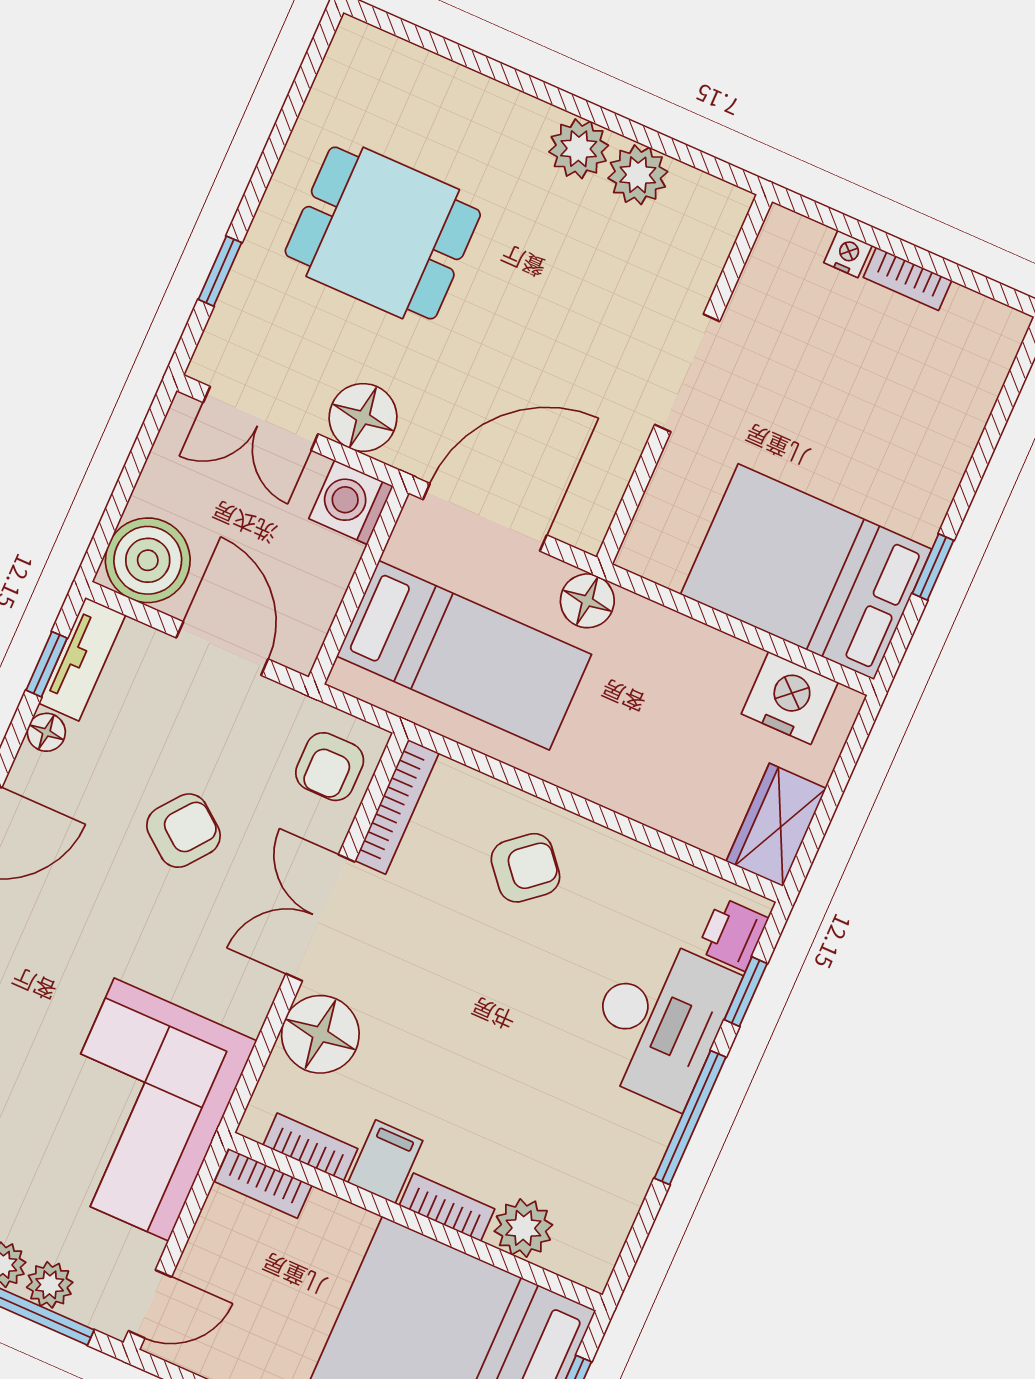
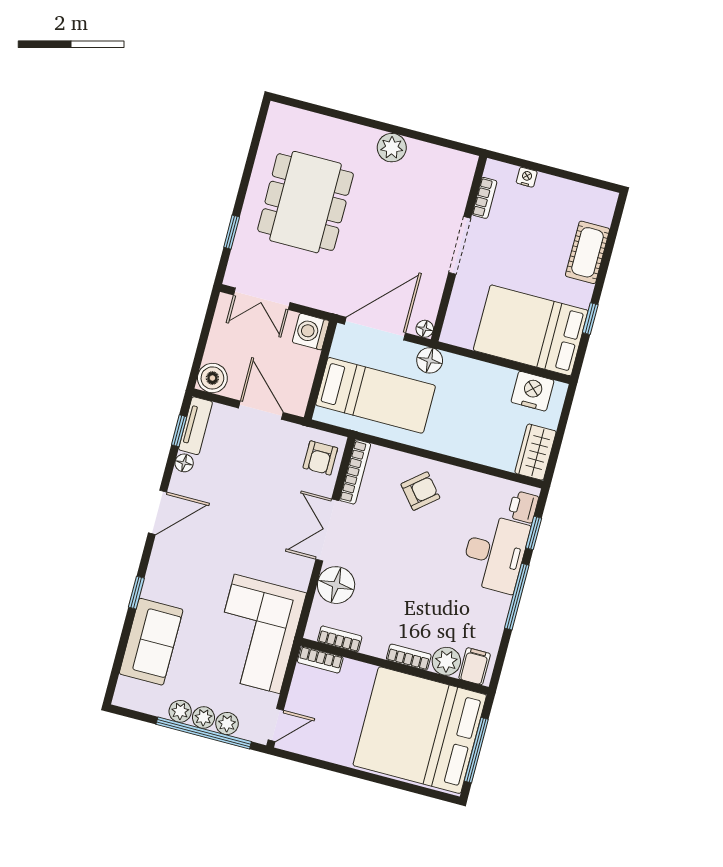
plant: (638, 175) -> (422, 156), removed
dining table: (383, 233) -> (306, 202), width x1.38
bookcase: (907, 279) -> (485, 198), moved, turned -90
floor lamp: (363, 417) -> (425, 329), moved, width x0.53, depth x0.53
cot: (949, 429) -> (587, 252), added
boiler: (148, 560) -> (212, 378), width x0.73, depth x0.73
armchair: (184, 831) -> (256, 499), removed
filing cabinet: (385, 1162) -> (475, 666), moved

